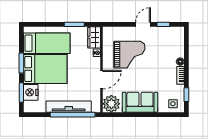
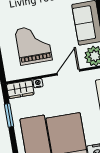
door: (102, 80) -> (68, 72), hinge flipped

